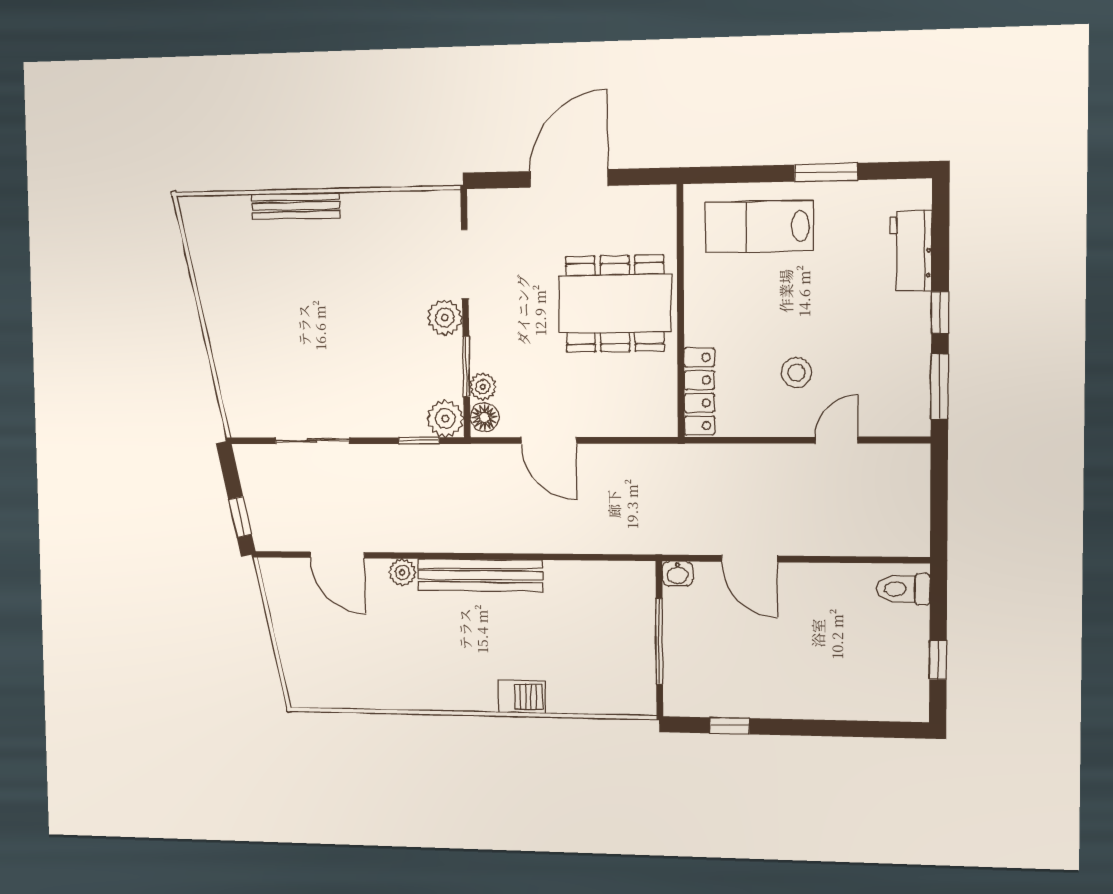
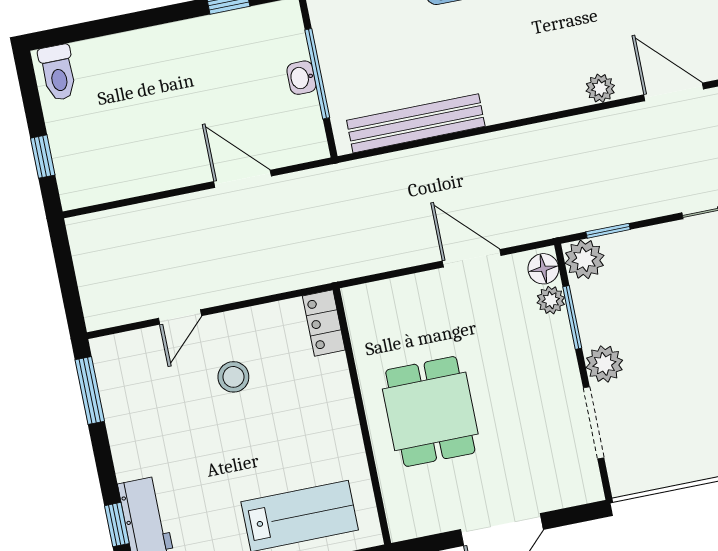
dining table: (615, 304) -> (430, 411), width x0.73
window: (940, 313) -> (117, 525), moved
locker: (699, 392) -> (324, 323), width x0.66
washbasin: (677, 574) -> (301, 78), moved, turned -90
bench: (480, 575) -> (416, 123), moved
toilet: (903, 589) -> (58, 73), moved, turned 90
window: (938, 660) -> (43, 157), moved

